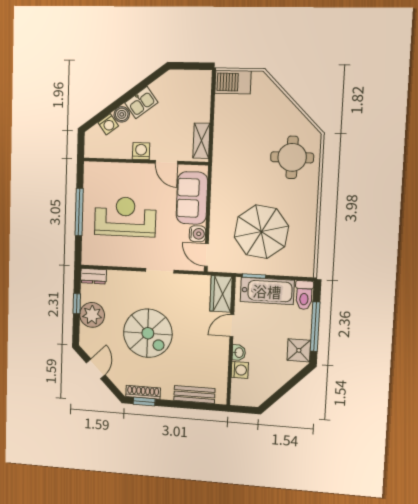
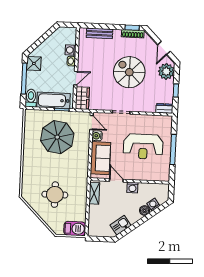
kitchen sink: (141, 103) -> (121, 225), moved
round table: (292, 157) -> (55, 195), moved
plant: (92, 315) -> (166, 71), moved

